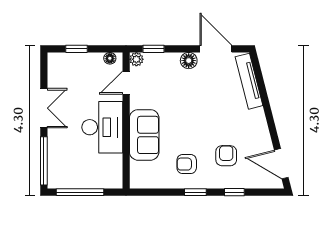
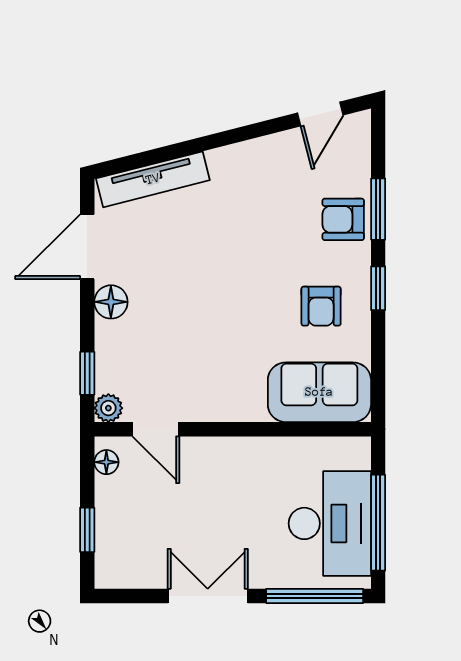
desk: (102, 127) -> (330, 523), moved, turned 90
sofa: (144, 135) -> (319, 392), moved
armchair: (226, 156) -> (343, 219), moved
door: (281, 164) -> (320, 114), width x0.73
window: (234, 192) -> (378, 209), width x1.50

